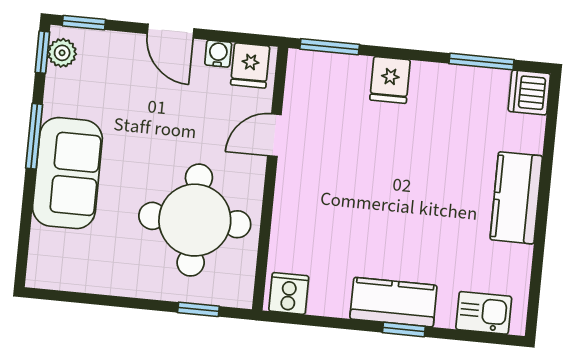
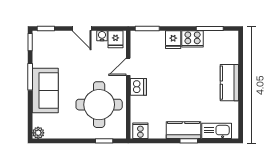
plant: (62, 53) -> (38, 133), moved
cooker: (437, 83) -> (193, 39), added
dishwasher: (529, 92) -> (138, 87), moved, turned 180
kitchen sink: (484, 313) -> (217, 131), width x1.38

